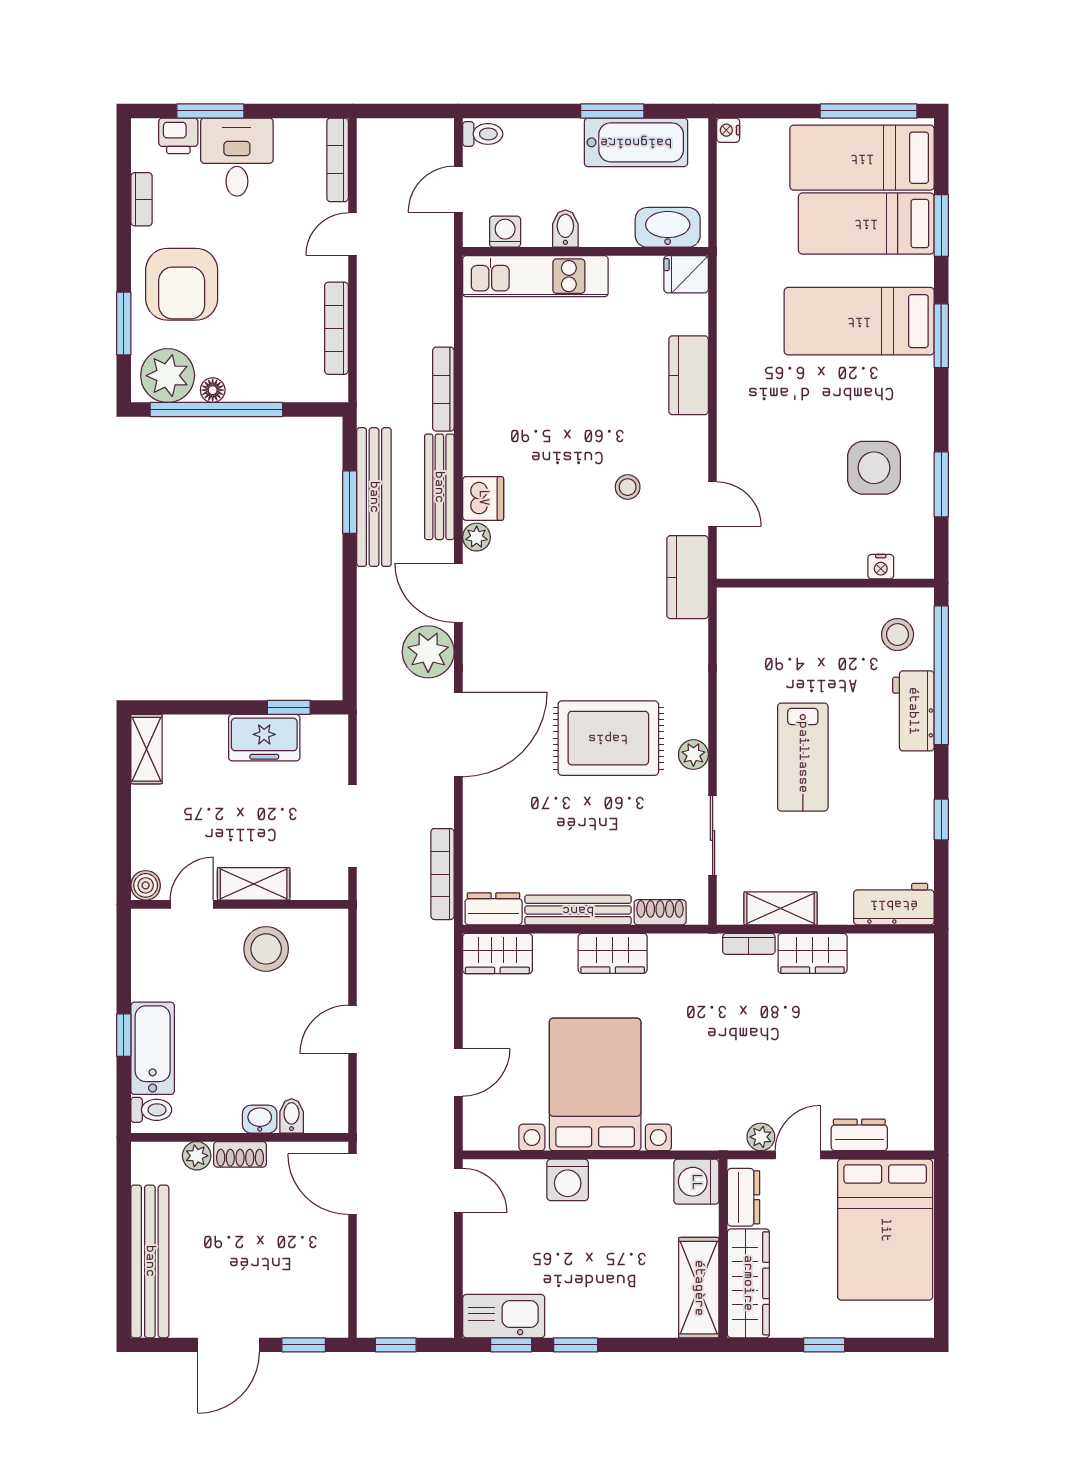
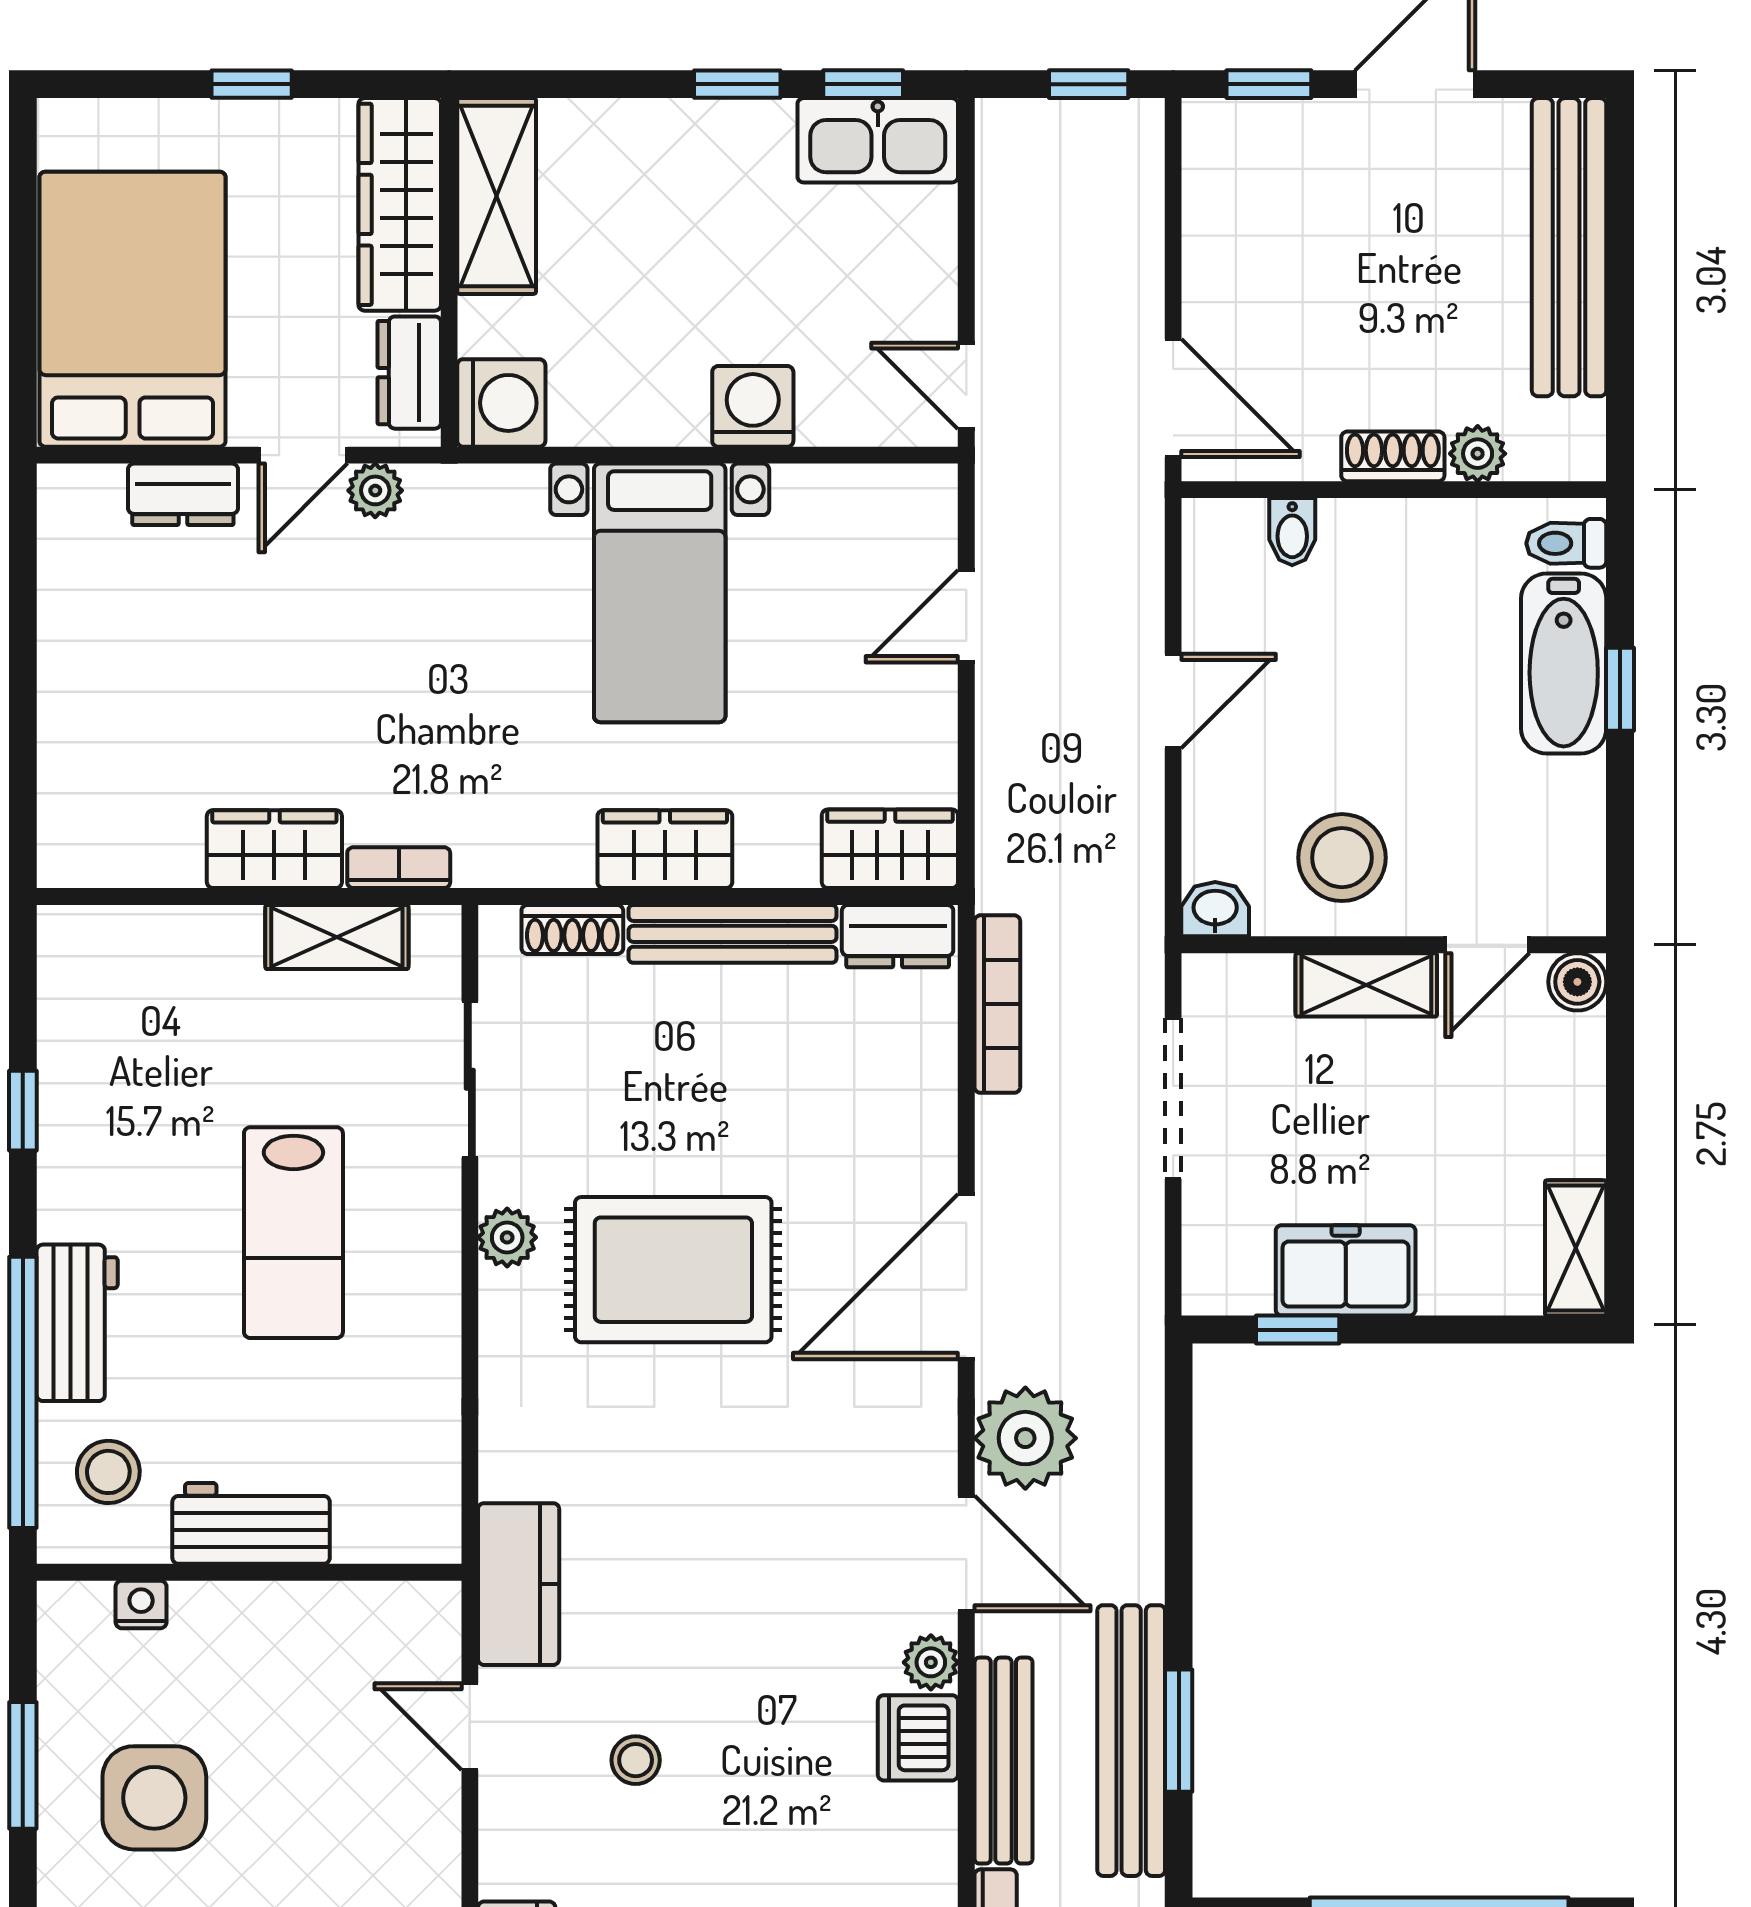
lab bench: (803, 757) -> (293, 1233), turned 180
workbench: (894, 904) -> (251, 1523), moved, turned 180
bed with nightstands: (595, 1084) -> (660, 593), width x0.73
washbasin: (260, 1119) -> (1215, 909), moved, turned 180

